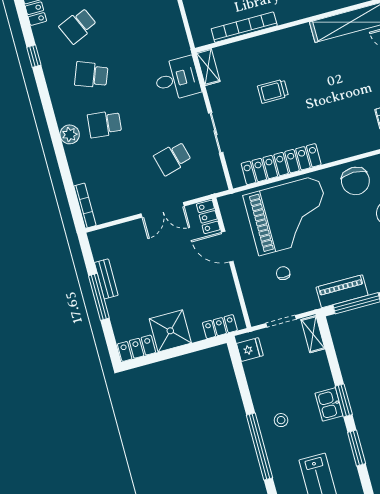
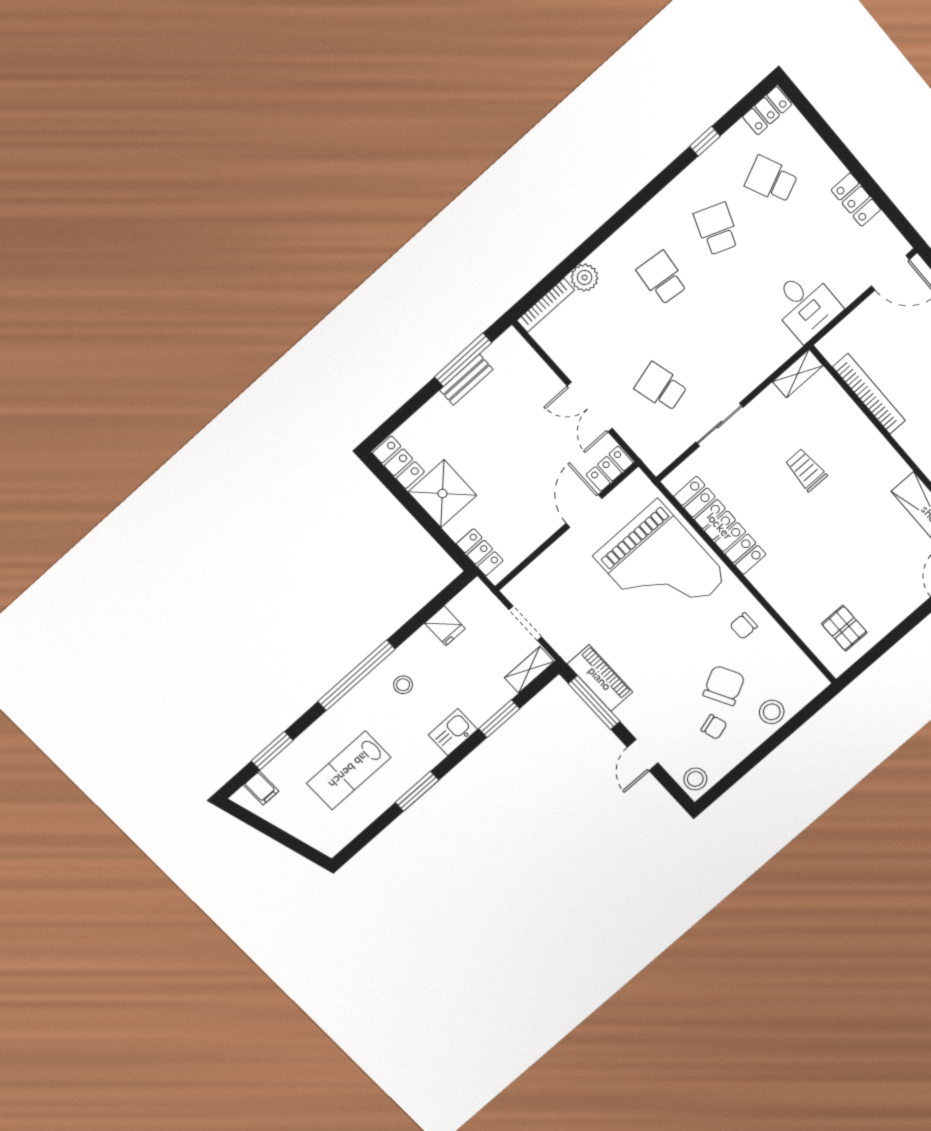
desk: (177, 79) -> (805, 305), moved
plant: (70, 134) -> (585, 278), moved
chair: (355, 181) -> (744, 626), width x0.54, depth x0.54
chair: (283, 273) -> (586, 596), removed
window: (99, 297) -> (463, 360), moved
fridge: (250, 350) -> (445, 626), moved
window: (344, 400) -> (499, 719), moved

